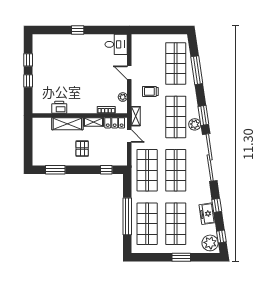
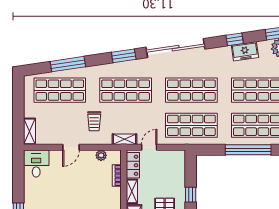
shelving: (142, 39) -> (29, 131), added
plant: (195, 124) -> (135, 67), removed
window: (106, 170) -> (191, 195), moved

